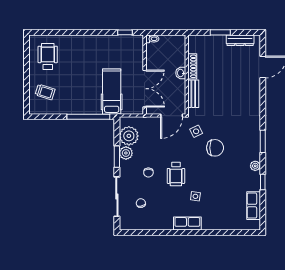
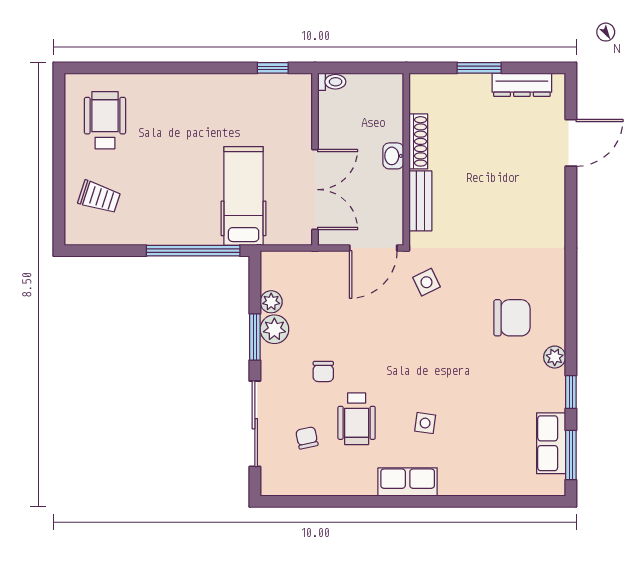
plant: (129, 136) -> (271, 302), width x0.53, depth x0.53
window: (263, 141) -> (571, 455), moved
chair: (215, 148) -> (512, 318), moved
wheelchair: (176, 174) -> (357, 419), moved

